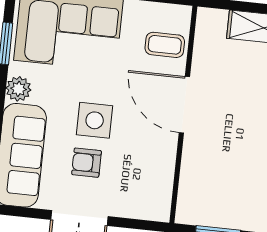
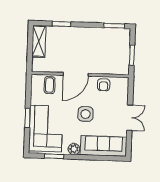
armchair: (87, 163) -> (104, 85), moved

